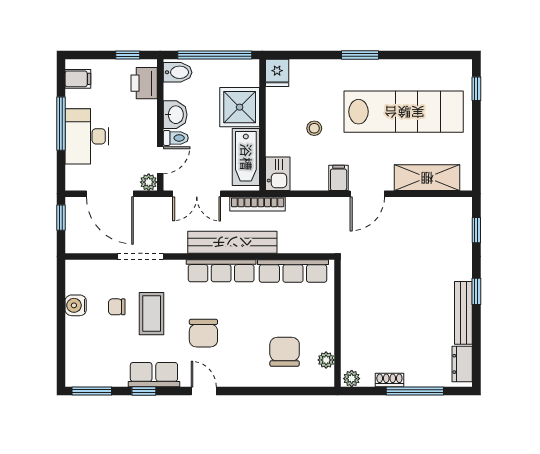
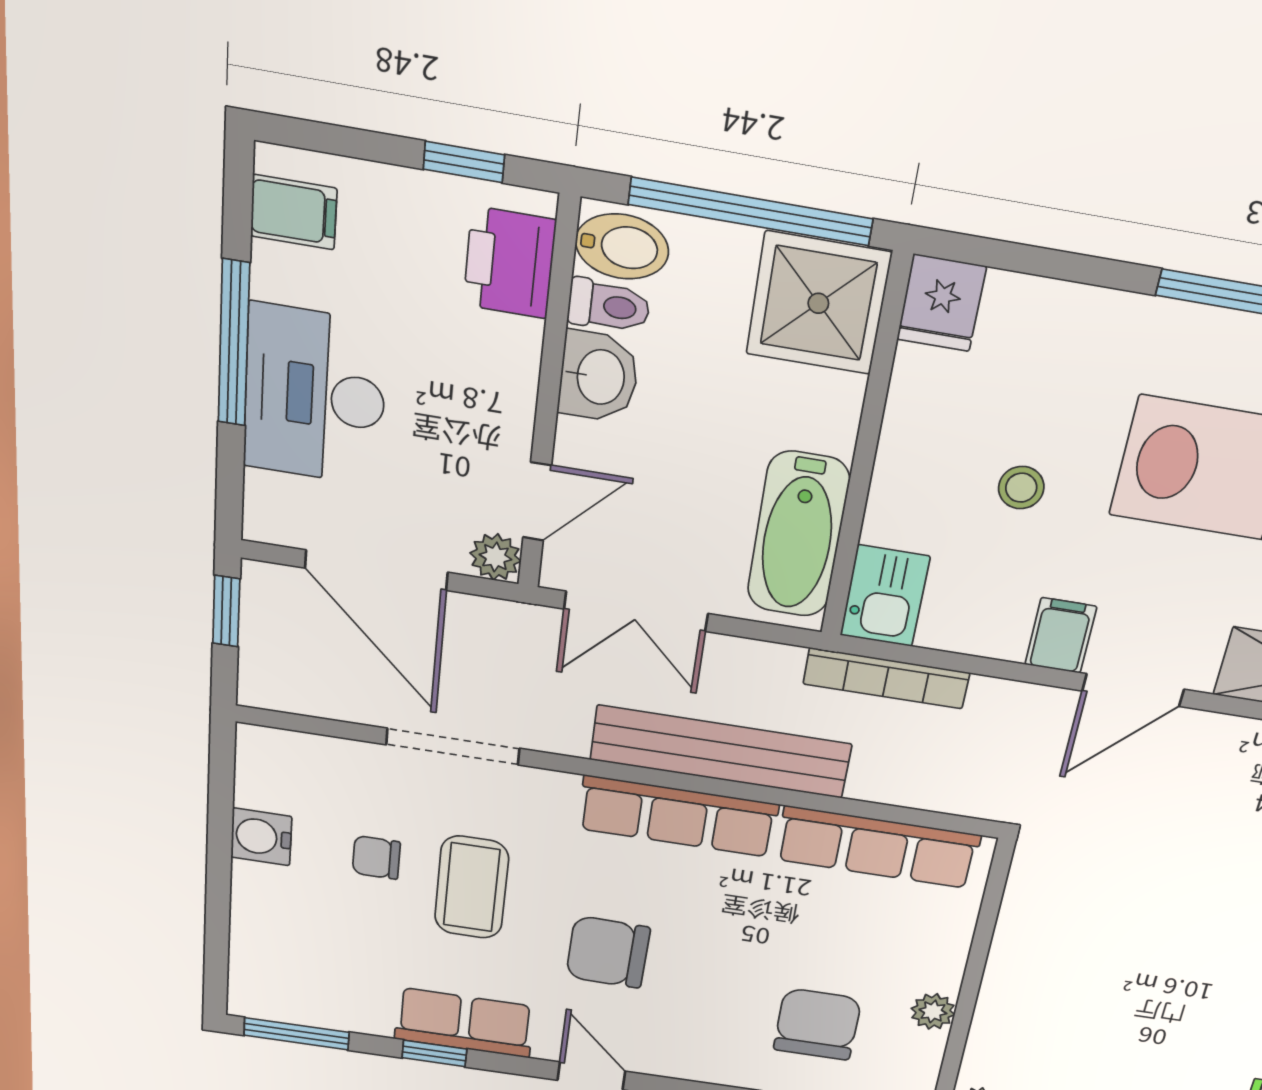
shower: (240, 107) -> (818, 303), moved
toilet: (176, 138) -> (609, 306), moved
bookcase: (258, 204) -> (886, 678), moved
chair: (203, 333) -> (608, 952), turned 91
plant: (326, 360) -> (933, 1011), moved

